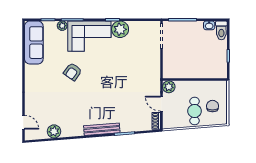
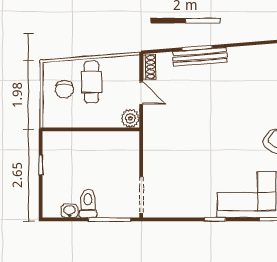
plant: (120, 29) -> (204, 205), removed
toilet: (221, 30) -> (88, 203), moved
bench: (102, 129) -> (200, 57), moved

